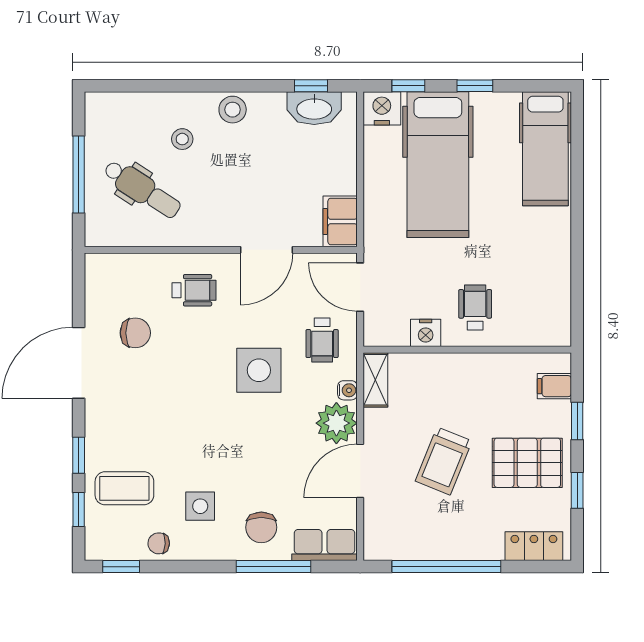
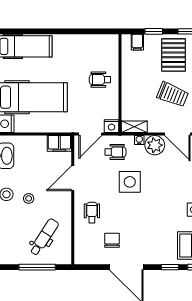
stool: (182, 139) -> (29, 198), moved
door: (266, 250) -> (73, 178), swing flipped
nightstand: (426, 333) -> (111, 126), moved, turned 90

